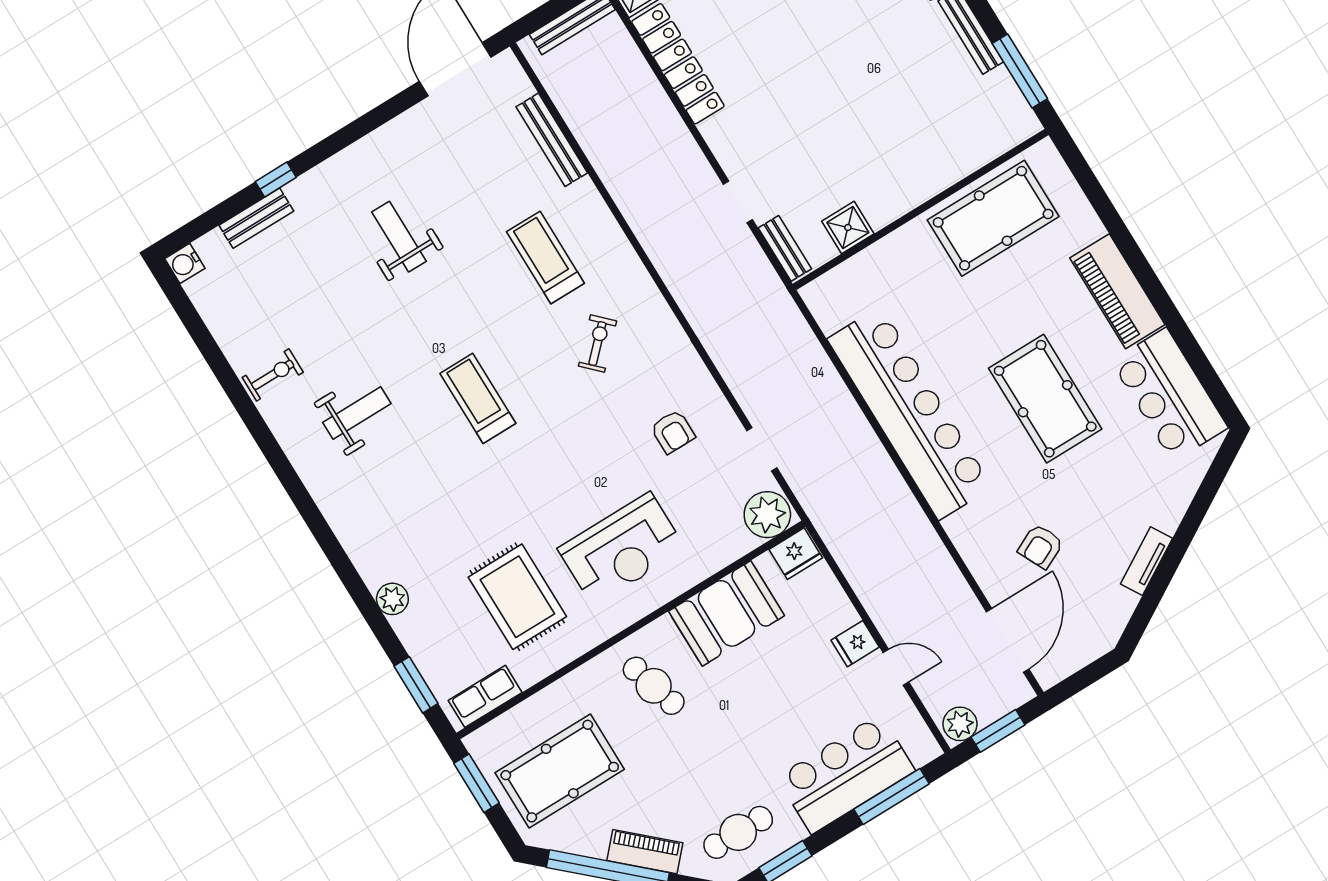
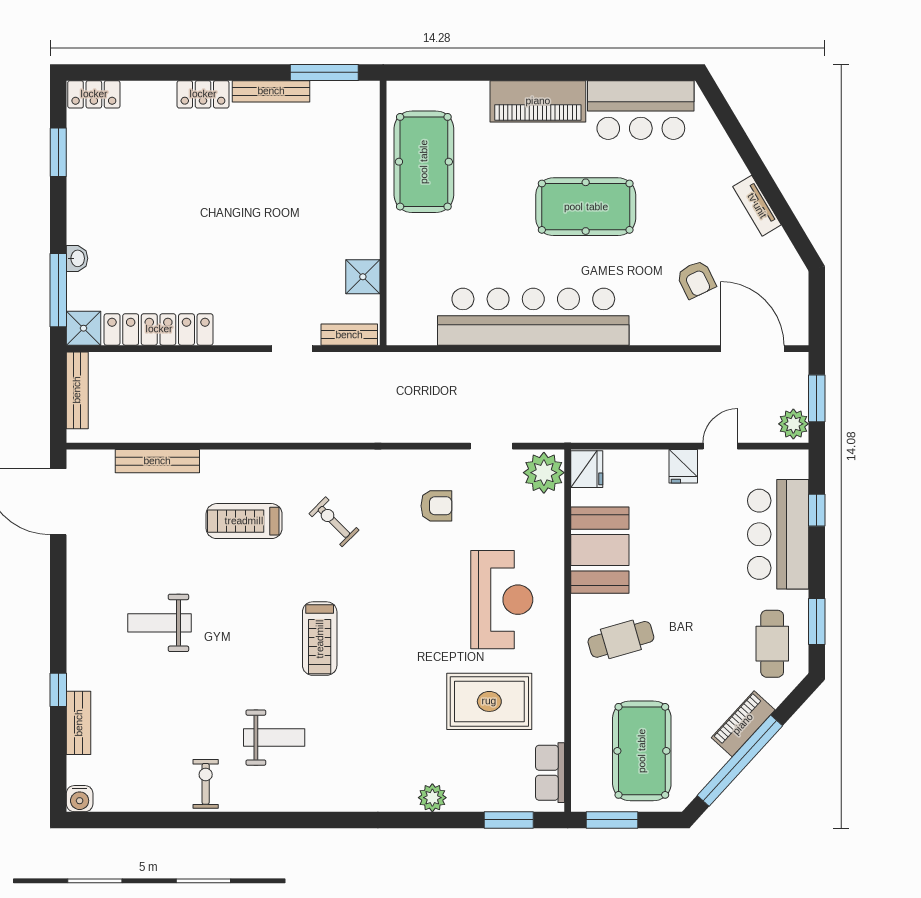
treadmill: (478, 398) -> (320, 639), turned -90
weight bench: (357, 413) -> (274, 738), turned 90
window: (891, 796) -> (817, 510), width x0.46

